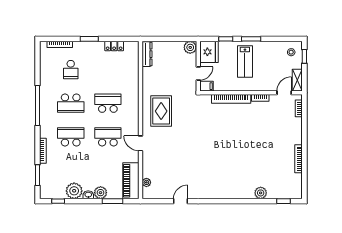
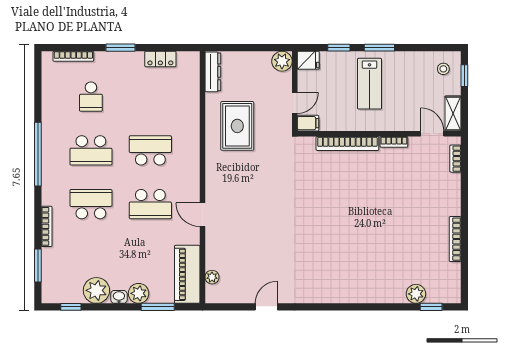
fridge: (209, 52) -> (308, 60), width x0.53, depth x0.75
door: (284, 93) -> (432, 134), hinge flipped
rug: (161, 111) -> (237, 126), moved
school desk: (108, 137) -> (150, 204), turned 180
plant: (261, 193) -> (416, 294), moved

